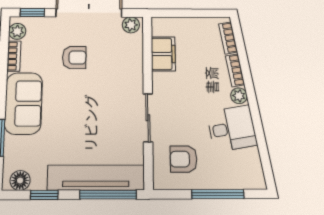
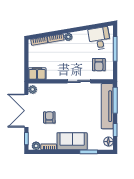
filing cabinet: (163, 54) -> (37, 74), moved
desk: (232, 128) -> (99, 38), moved

